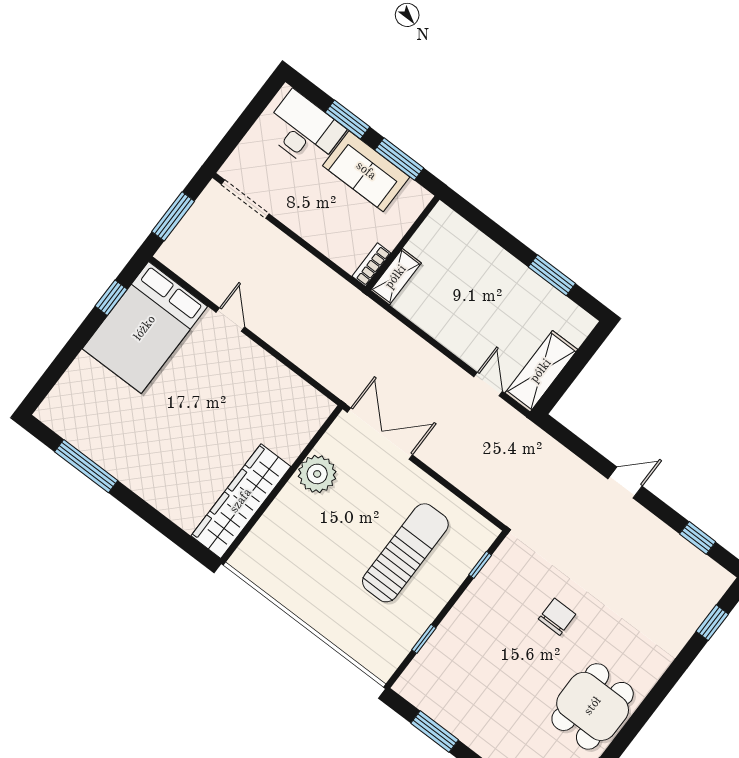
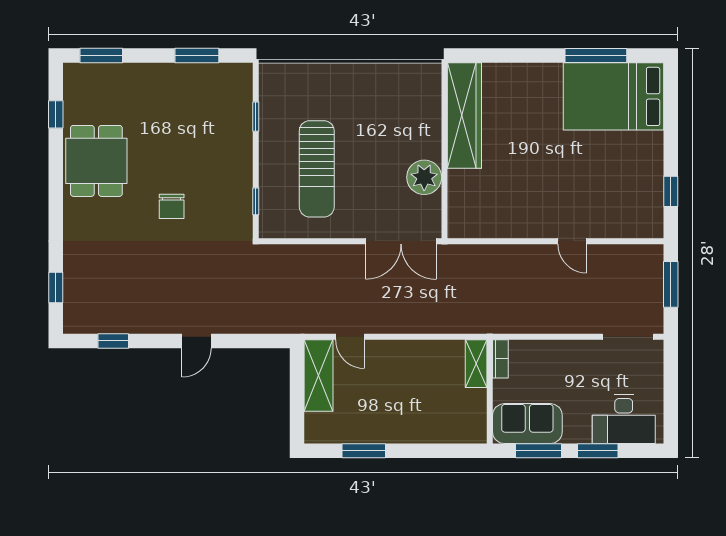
sofa: (366, 171) -> (527, 424), moved
bed: (145, 328) -> (614, 96), moved, turned -90

